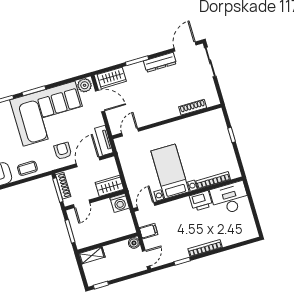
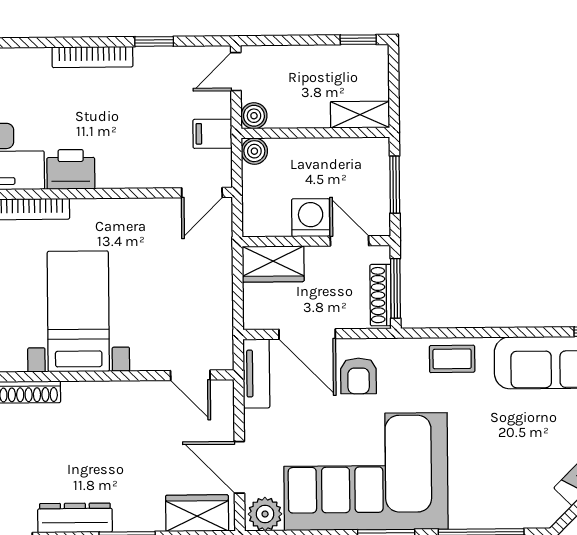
door: (130, 132) -> (190, 375), hinge flipped
door: (88, 162) -> (307, 334), hinge flipped
bed with nightstands: (170, 171) -> (78, 311), moved, turned 180
washing machine: (120, 203) -> (311, 218), moved
door: (82, 204) -> (350, 241), hinge flipped
boiler: (130, 229) -> (254, 151), added

